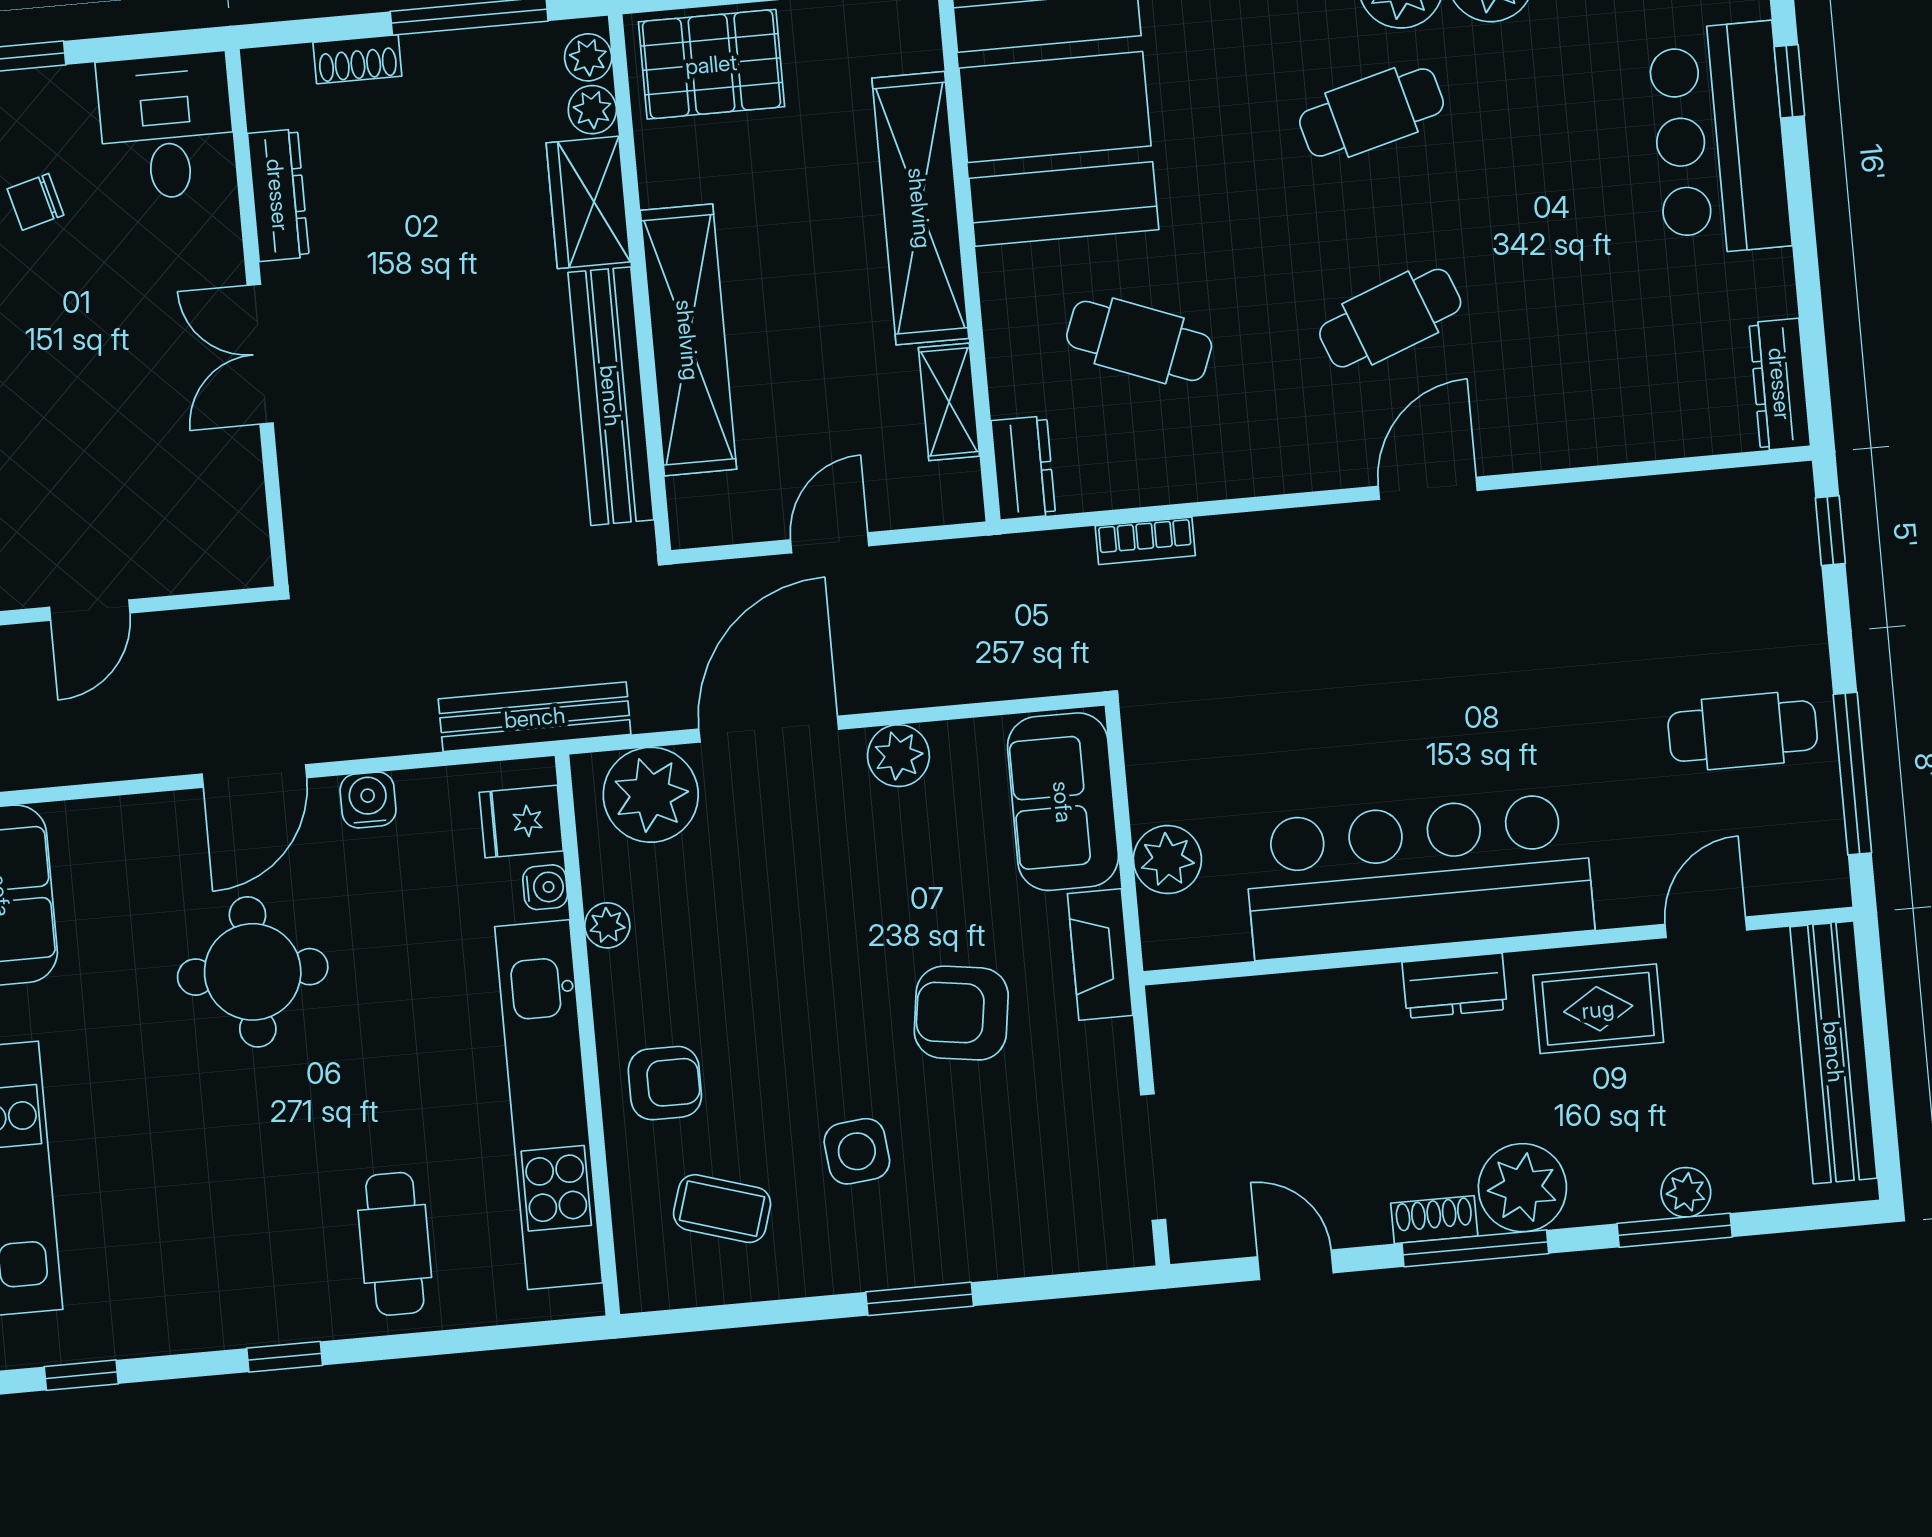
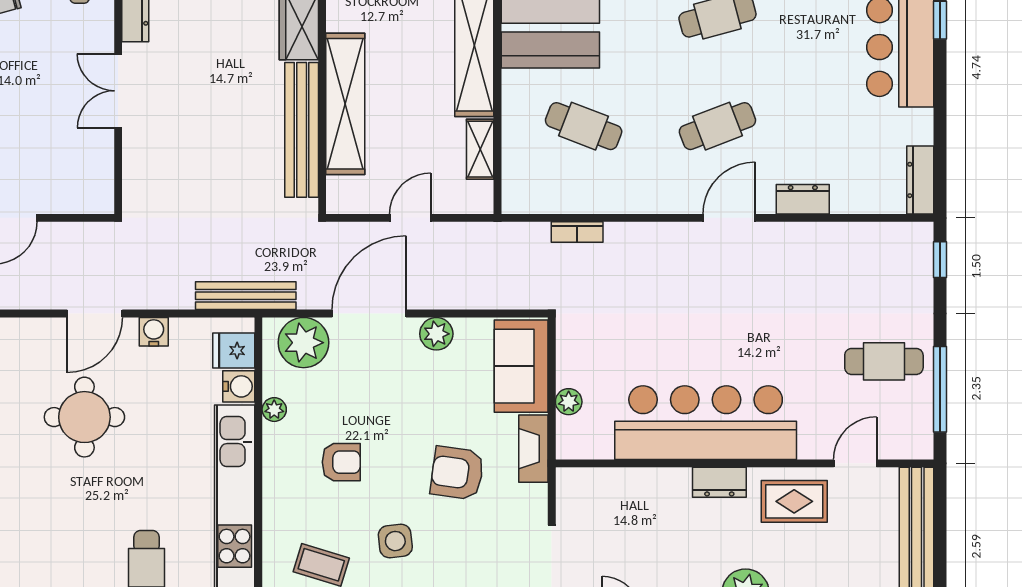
dresser: (1023, 468) -> (803, 199), moved, turned -90
plant: (1167, 860) -> (569, 402), width x0.73, depth x0.73
water cooler: (545, 887) -> (239, 386), width x1.38, depth x1.38
armchair: (665, 1083) -> (341, 462), moved

